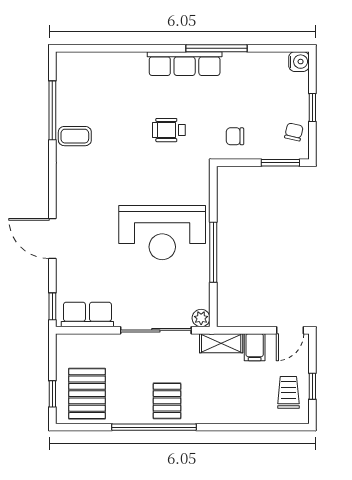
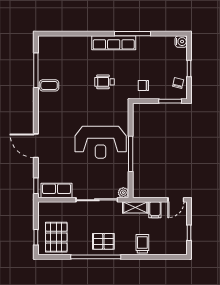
trolley: (288, 392) -> (142, 244), moved
pallet: (167, 401) -> (103, 241), turned 90

